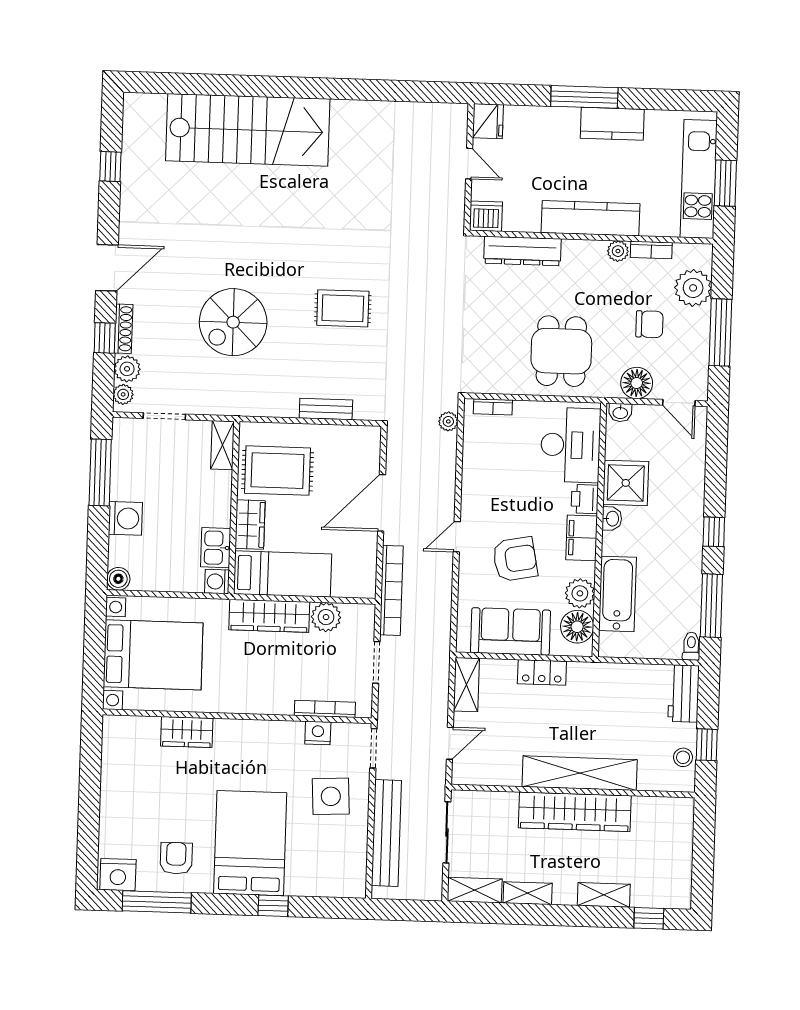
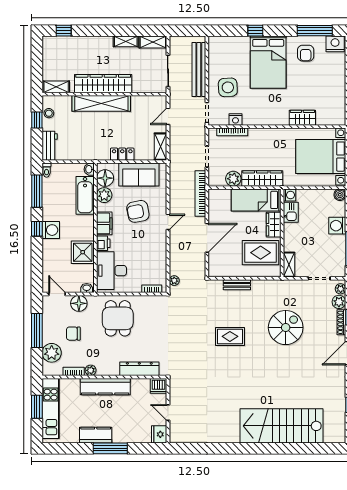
washbasin: (612, 519) -> (89, 169), moved
washing machine: (687, 528) -> (51, 230), added
shelving: (604, 895) -> (56, 87), moved

